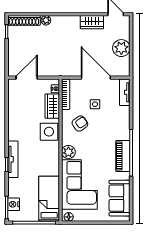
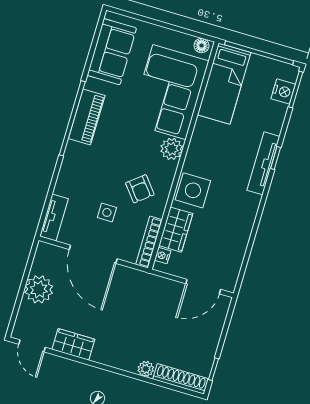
armchair: (80, 123) -> (140, 189), turned -94

